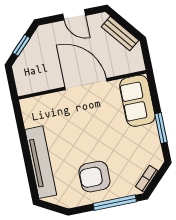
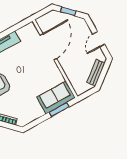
door: (86, 84) -> (48, 47), moved
window: (161, 128) -> (59, 110), moved

